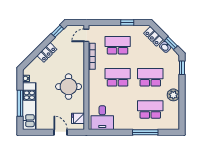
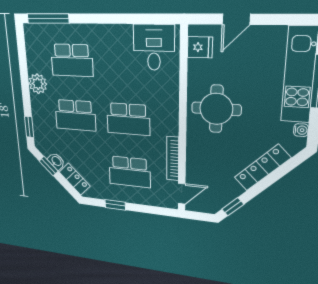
locker: (47, 52) -> (262, 168), width x1.53
door: (61, 132) -> (236, 19), hinge flipped
window: (145, 132) -> (48, 18), moved

